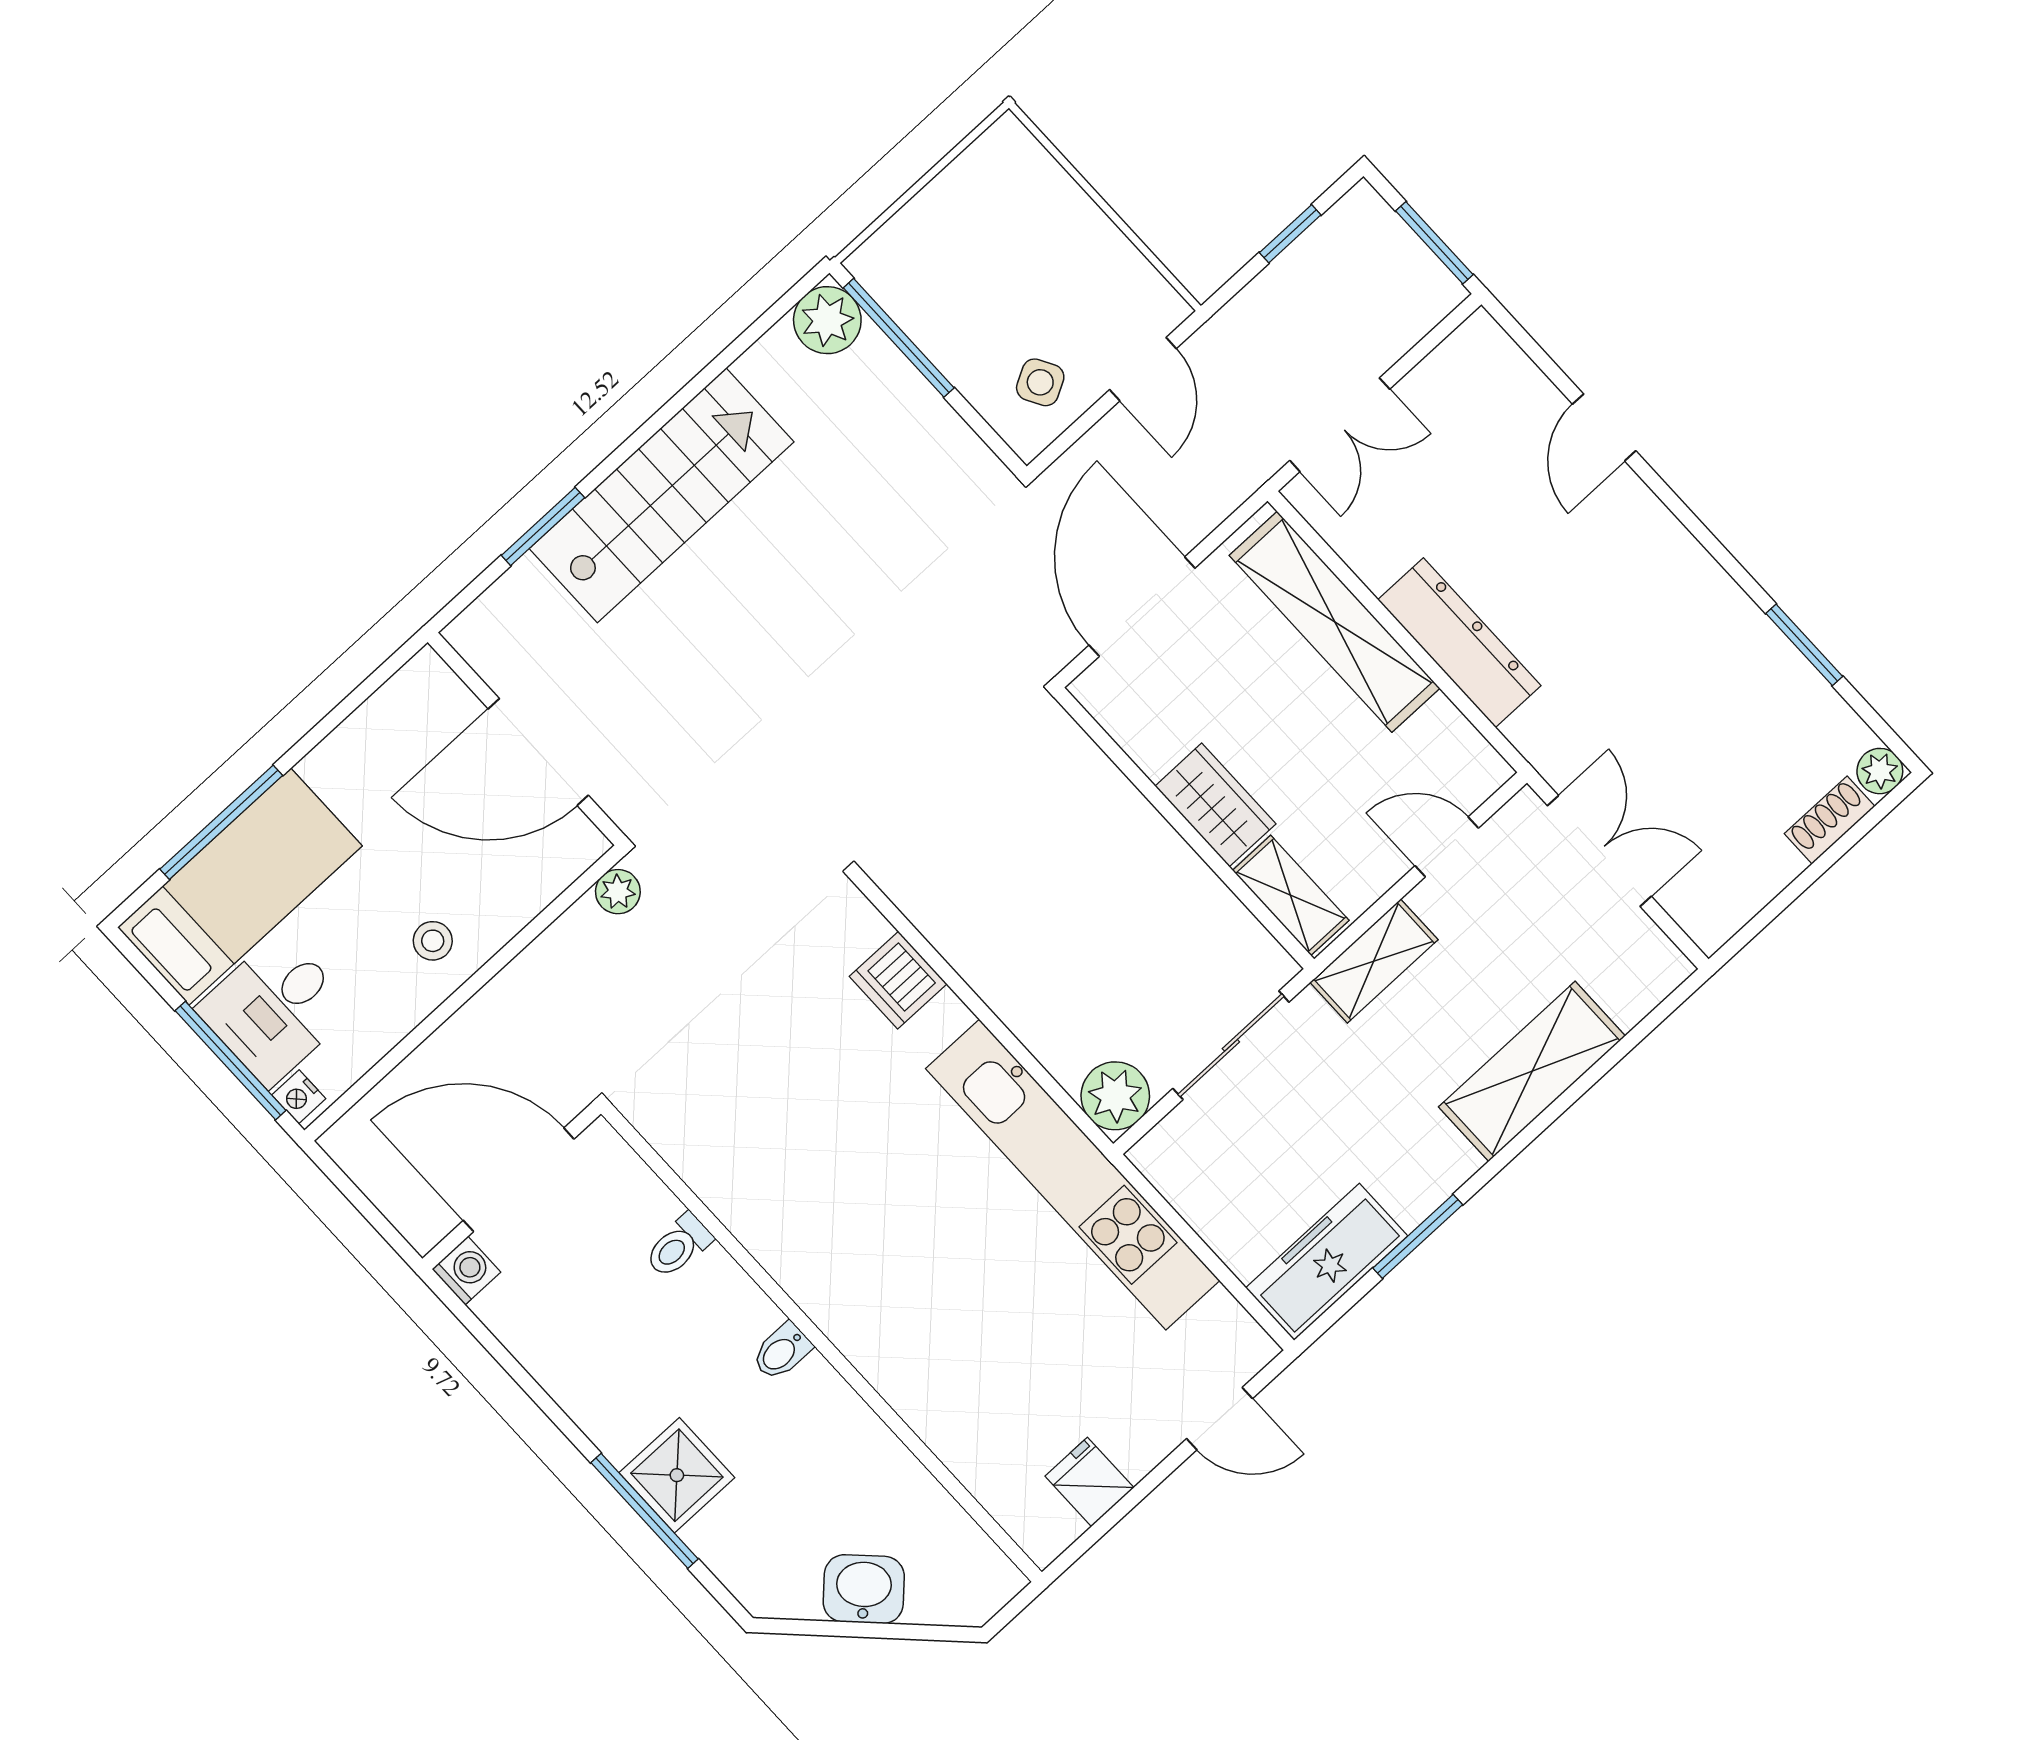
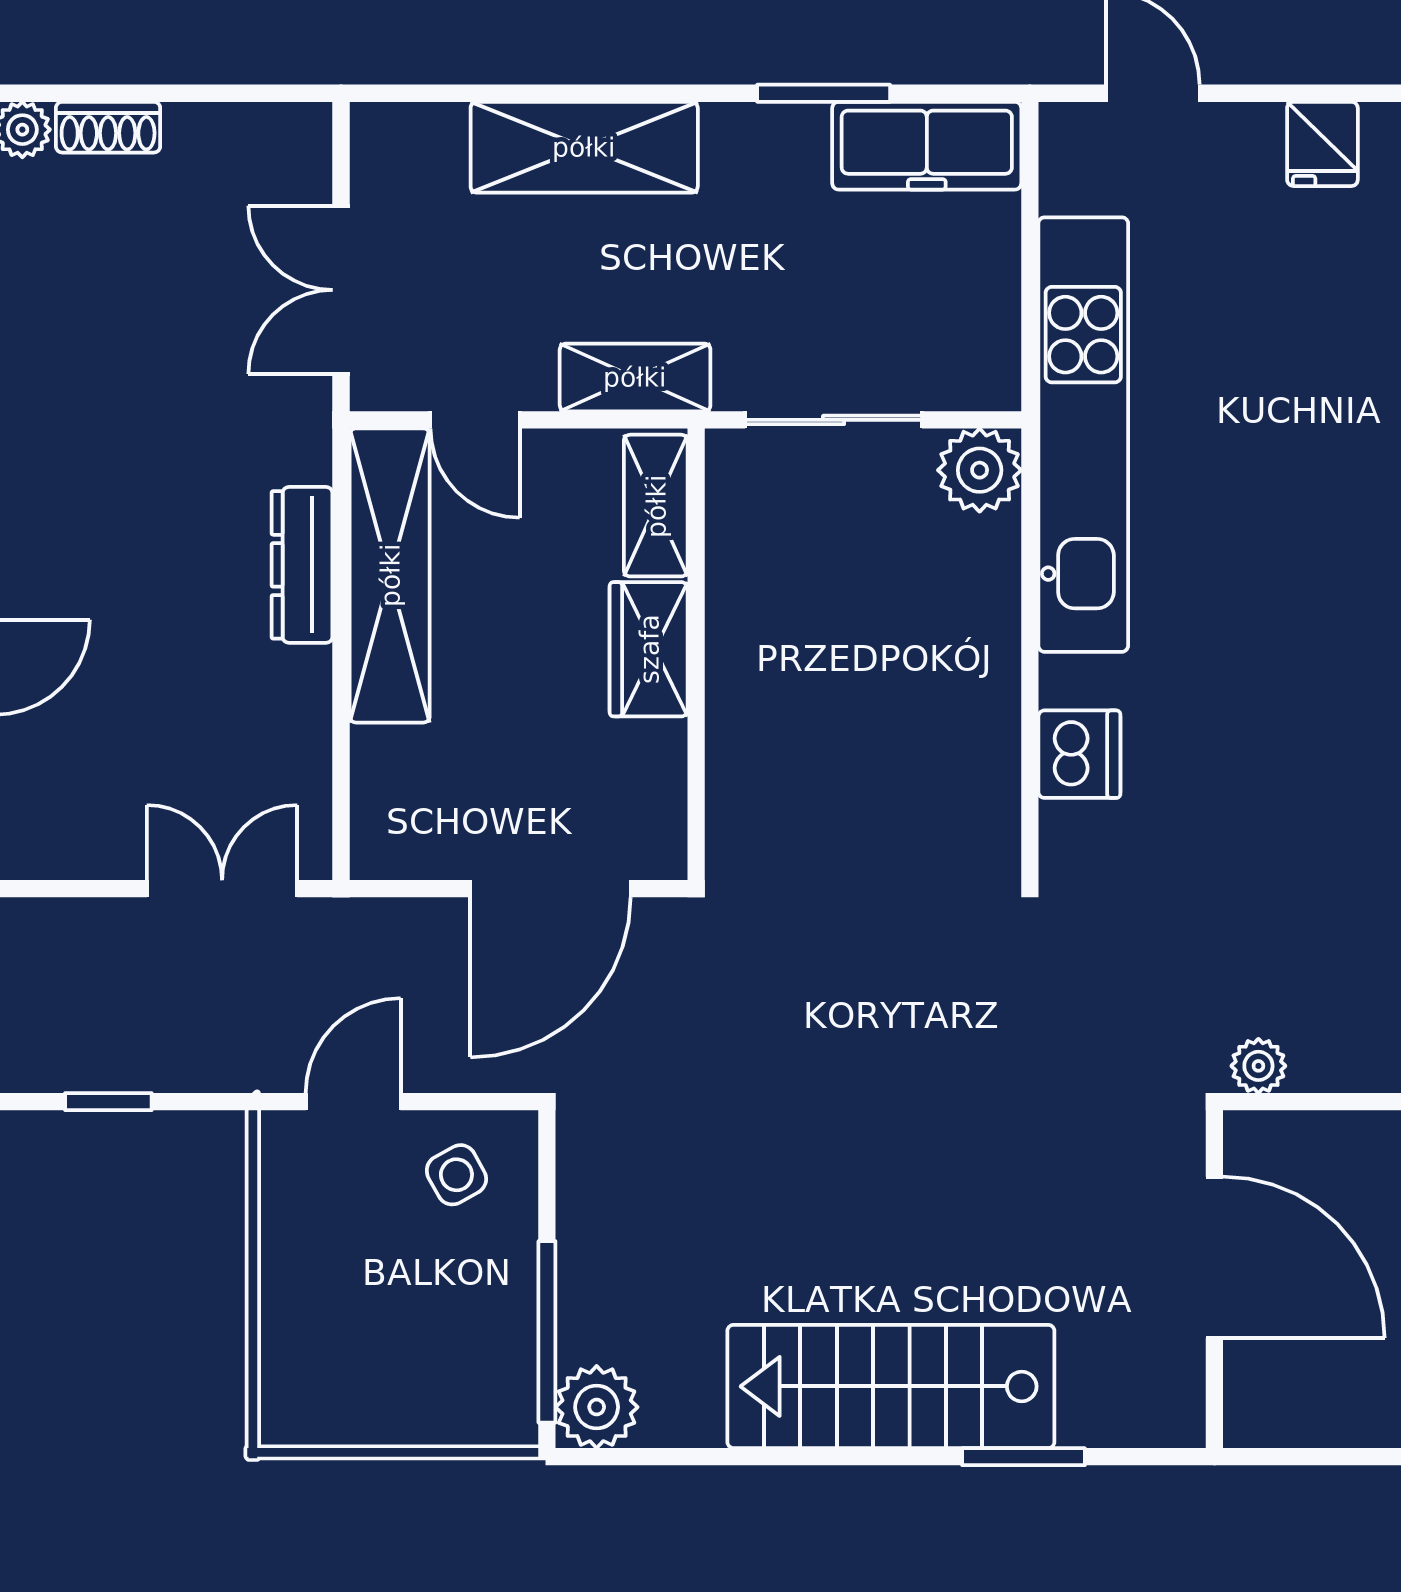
shelving: (1335, 622) -> (390, 575), moved
dresser: (1459, 643) -> (302, 565), width x0.73, depth x0.80

